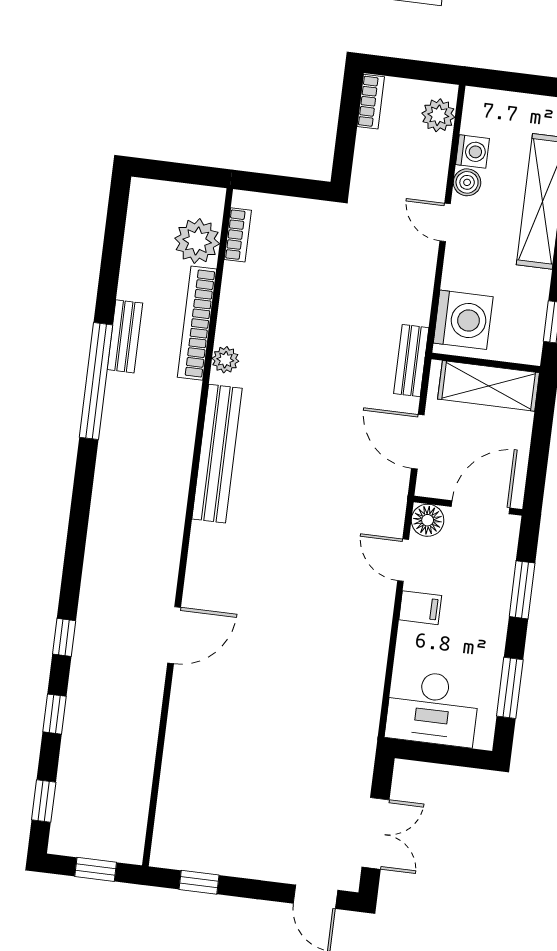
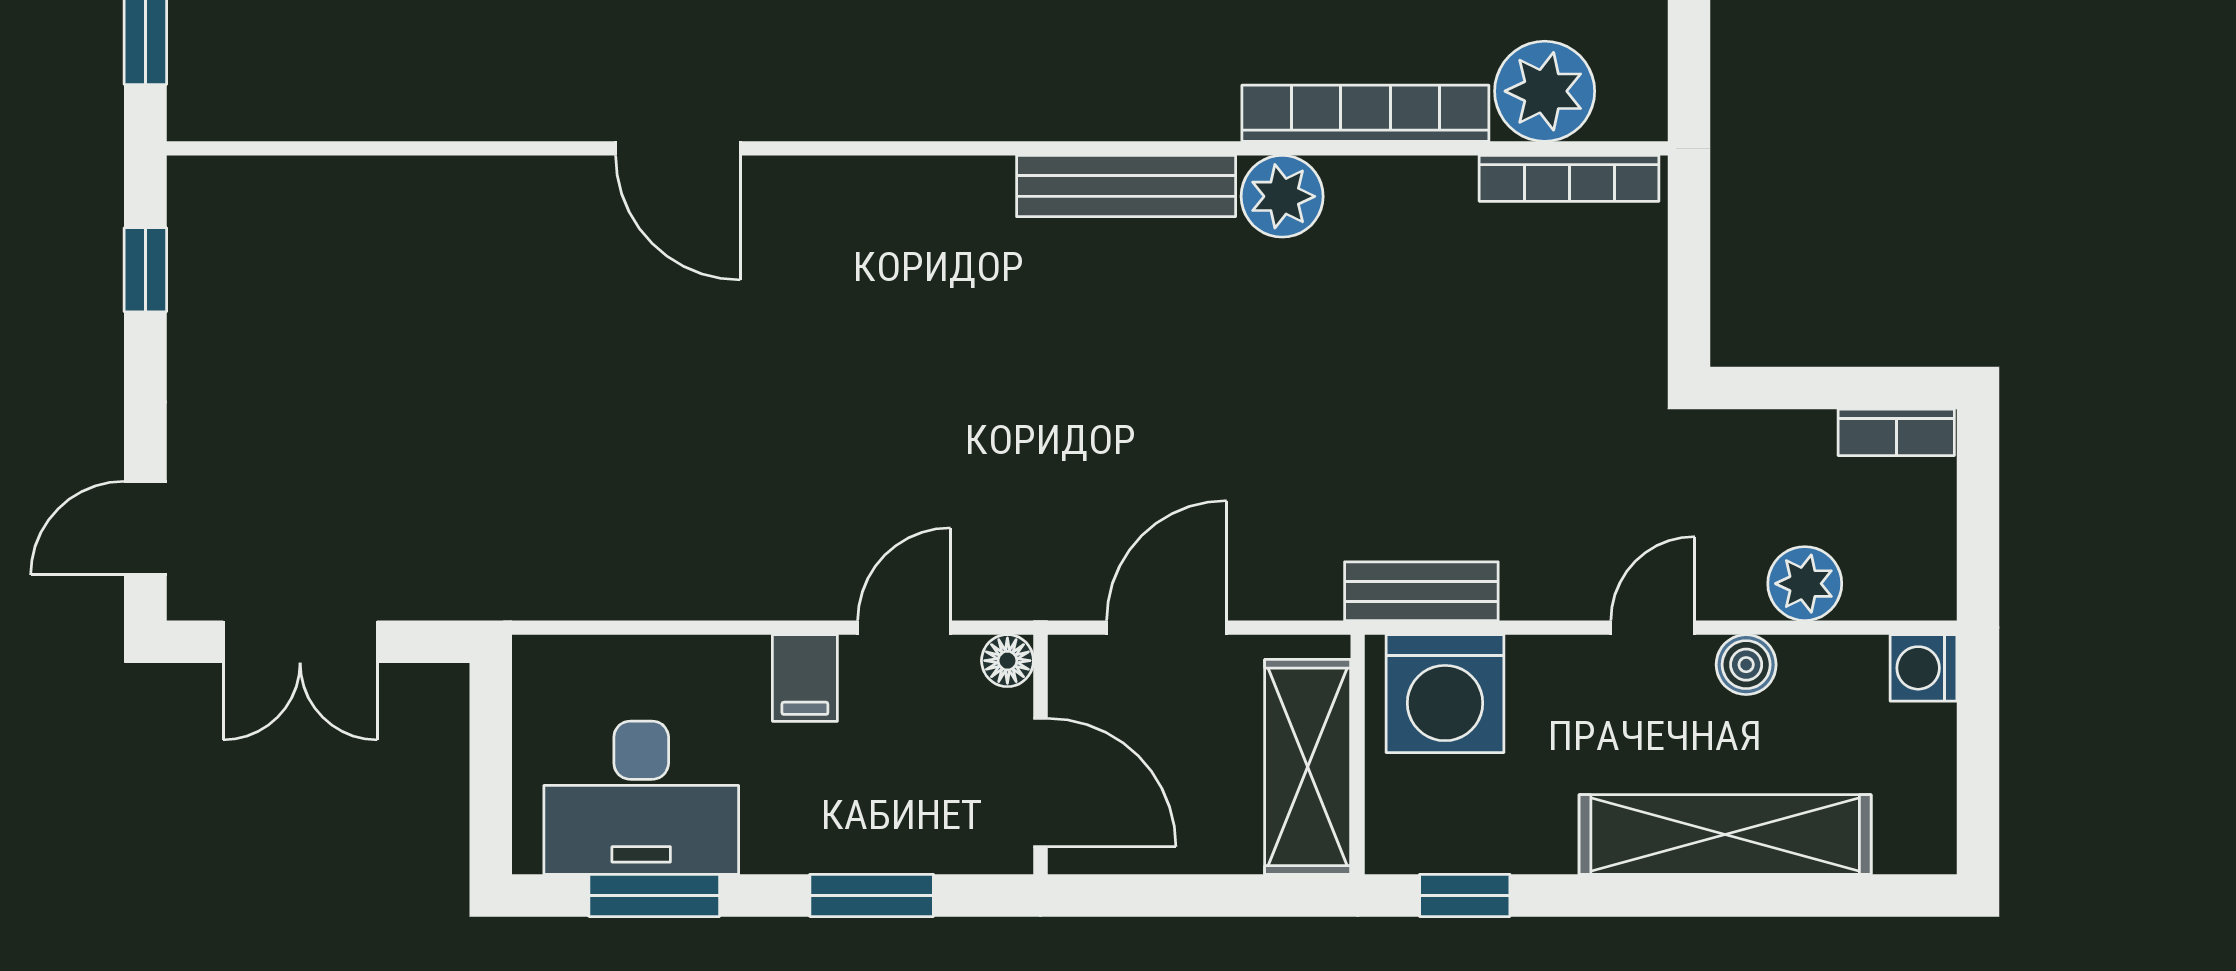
plant: (438, 115) -> (1805, 584), moved
washing machine: (472, 151) -> (1923, 668), moved, turned 90
bookcase: (238, 235) -> (1569, 178), width x1.56
plant: (225, 360) -> (1282, 196), width x1.38, depth x1.38
bench: (411, 361) -> (1421, 591), moved
bench: (217, 454) -> (1126, 186), width x0.73, depth x0.82
floor lamp: (428, 520) -> (1007, 661), width x0.73, depth x0.73
desk: (432, 708) -> (641, 798), moved, turned -90

